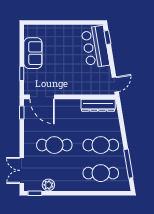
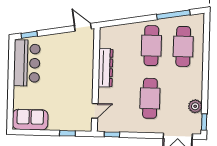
bar counter: (95, 47) -> (27, 63), moved, turned -81
sofa: (33, 53) -> (30, 120), moved
door: (42, 97) -> (95, 111), width x0.53
dresser: (98, 105) -> (105, 68), moved

